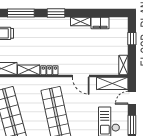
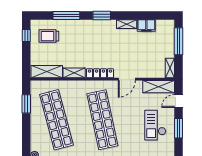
window: (132, 39) -> (178, 41), width x2.17
locker: (49, 70) -> (100, 73), width x1.53
door: (81, 76) -> (127, 79), hinge flipped

